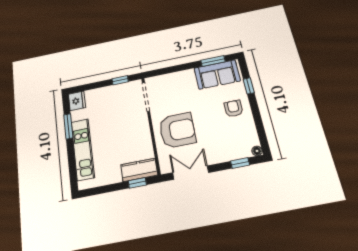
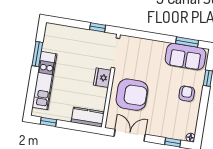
fridge: (77, 101) -> (102, 78), moved, turned 180
window: (137, 183) -> (48, 122), moved

